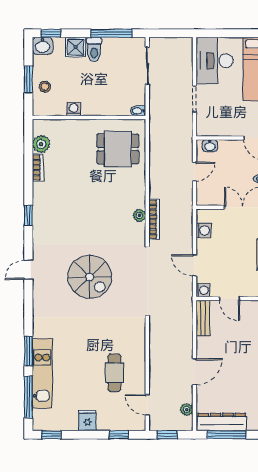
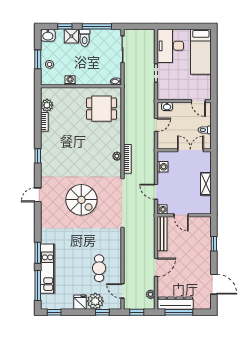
window: (51, 33) -> (65, 26), moved
bench: (203, 318) -> (162, 234), width x1.36
plant: (109, 419) -> (95, 301), added

